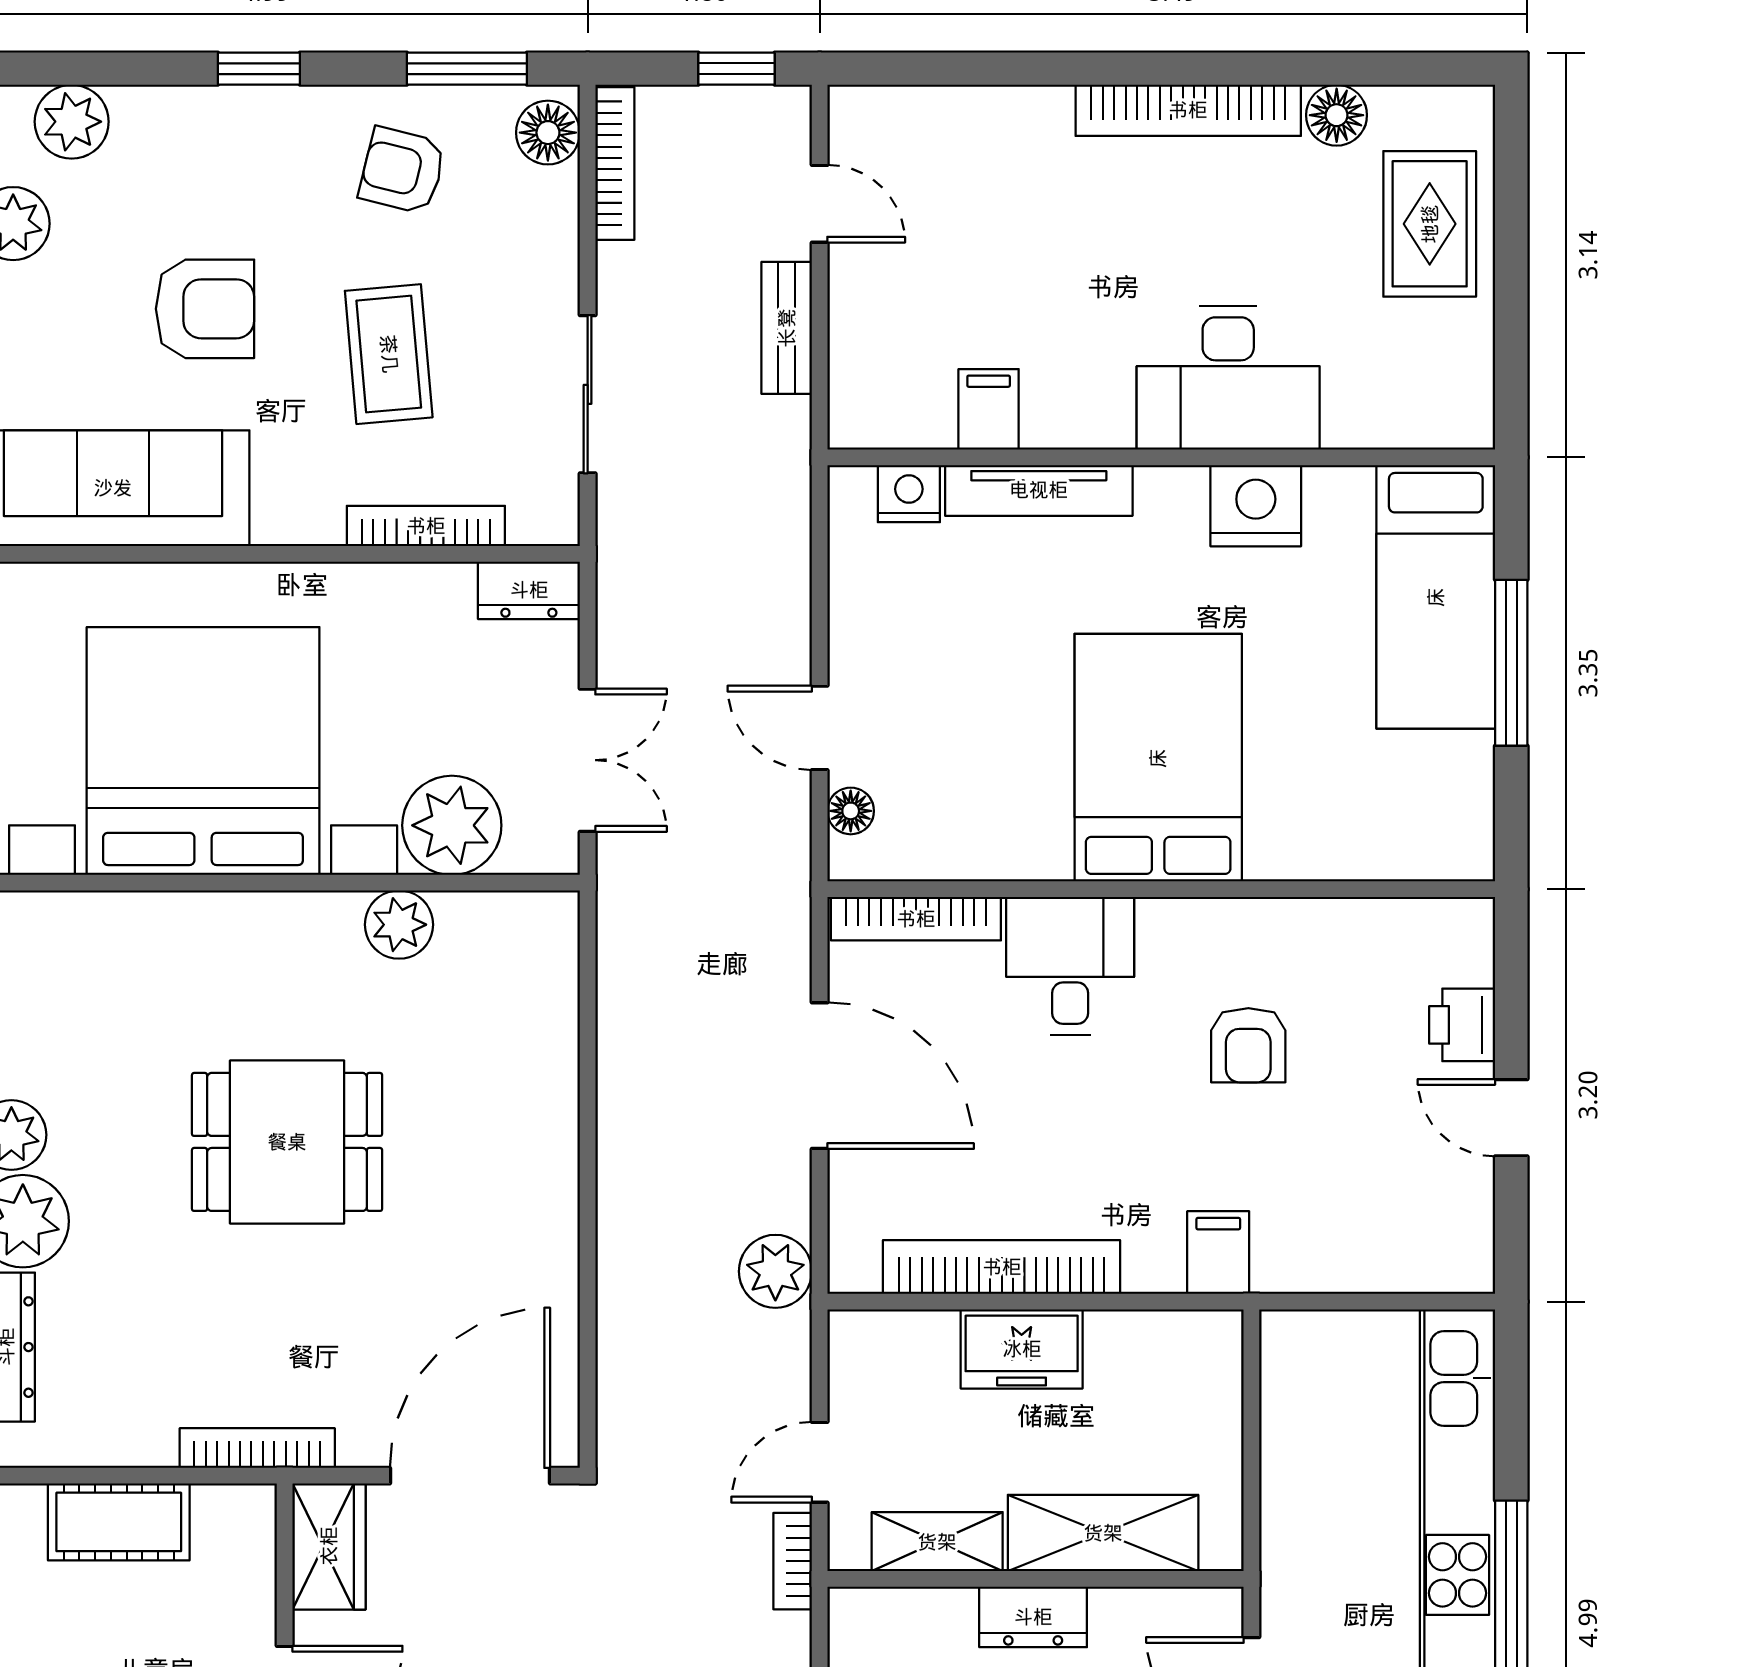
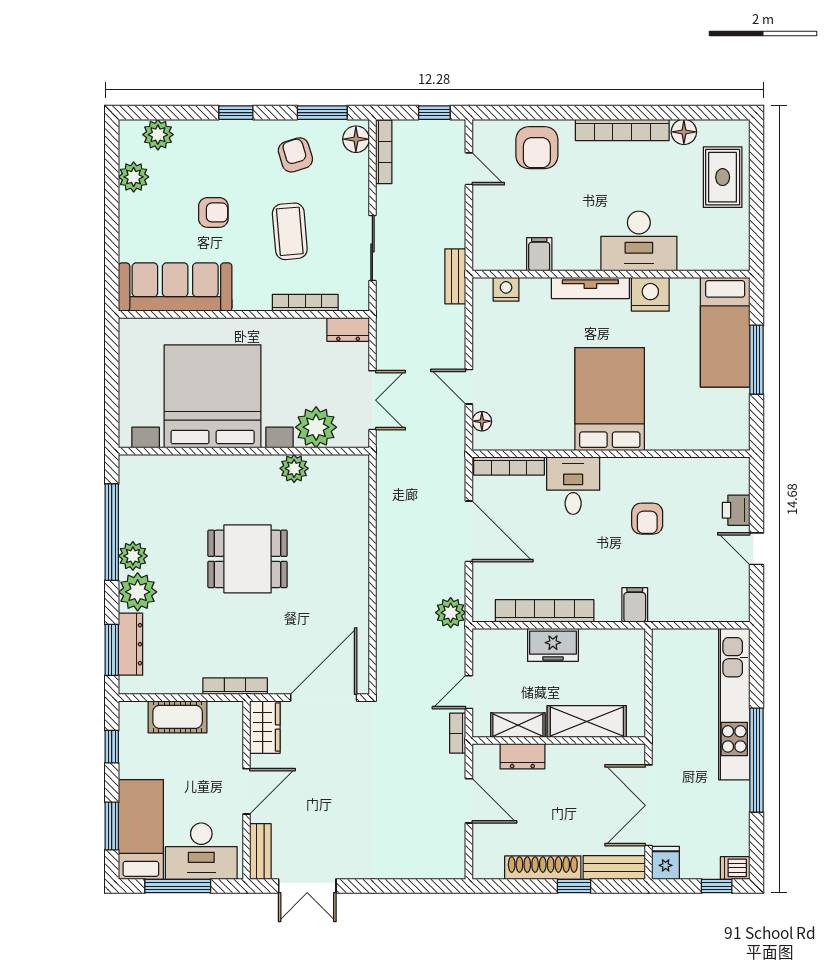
armchair: (983, 153) -> (537, 148), added
armchair: (402, 170) -> (295, 155), turned 59
armchair: (205, 309) -> (213, 212), width x0.72, depth x0.72
bench: (787, 328) -> (455, 276), moved
tv unit: (1039, 490) -> (590, 288), moved
dresser: (1033, 1617) -> (522, 756), moved

